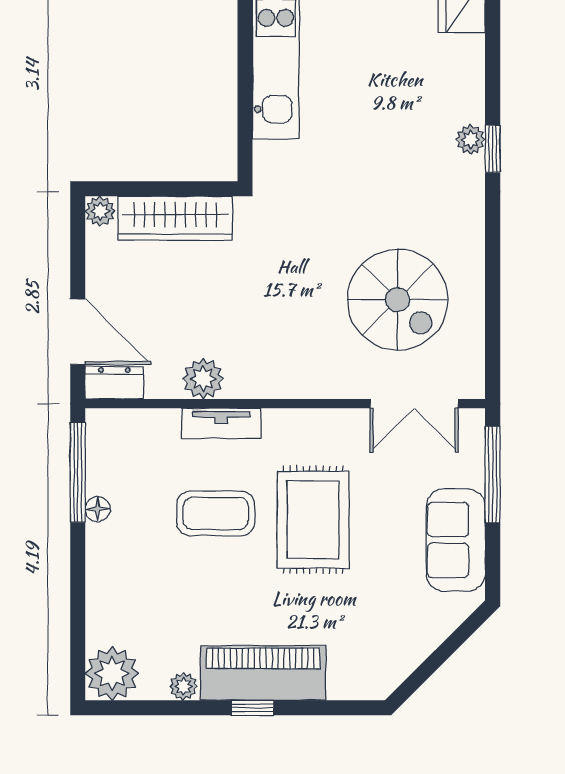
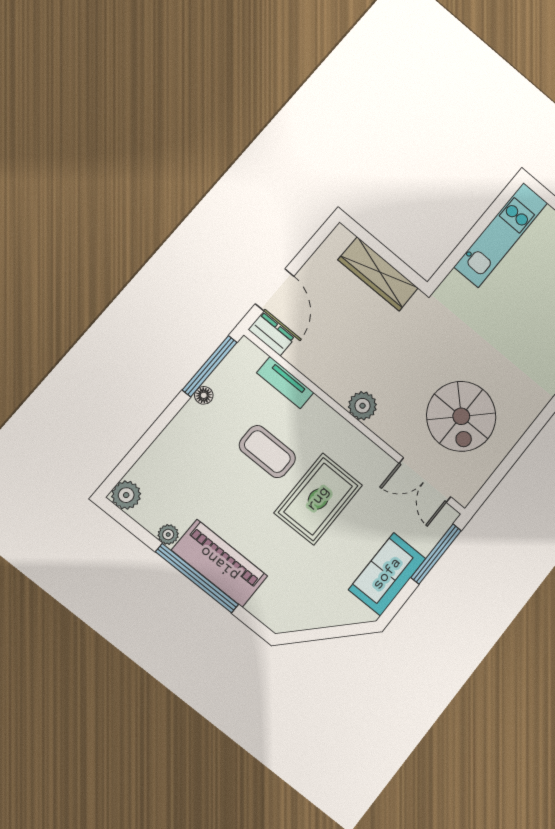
plant: (100, 211) -> (341, 236), removed
plant: (203, 379) -> (362, 406), moved
tv unit: (221, 423) -> (285, 383), moved
plant: (112, 673) -> (126, 495), width x0.73, depth x0.73
window: (252, 708) -> (197, 578), width x3.17

